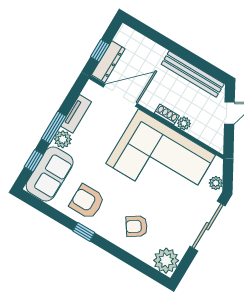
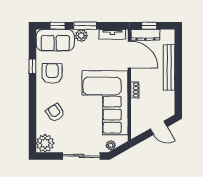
bench: (193, 74) -> (169, 68), moved
tv unit: (76, 114) -> (112, 34), moved
plant: (184, 123) -> (136, 104), removed
window: (84, 232) -> (32, 66), moved

